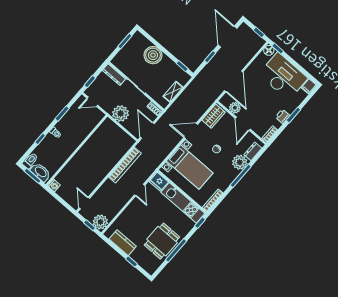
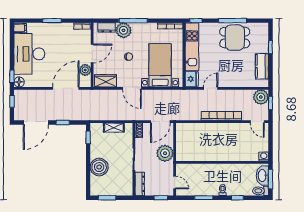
printer: (283, 116) -> (60, 28), removed
bookcase: (125, 165) -> (221, 116), moved
door: (84, 203) -> (257, 122), hinge flipped

